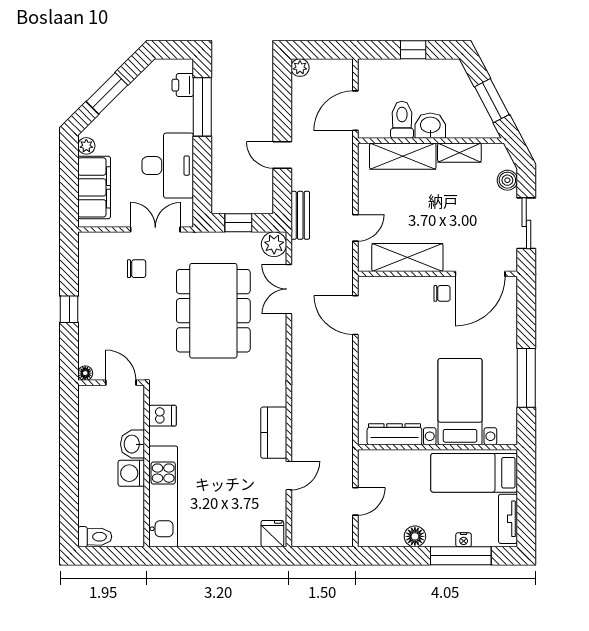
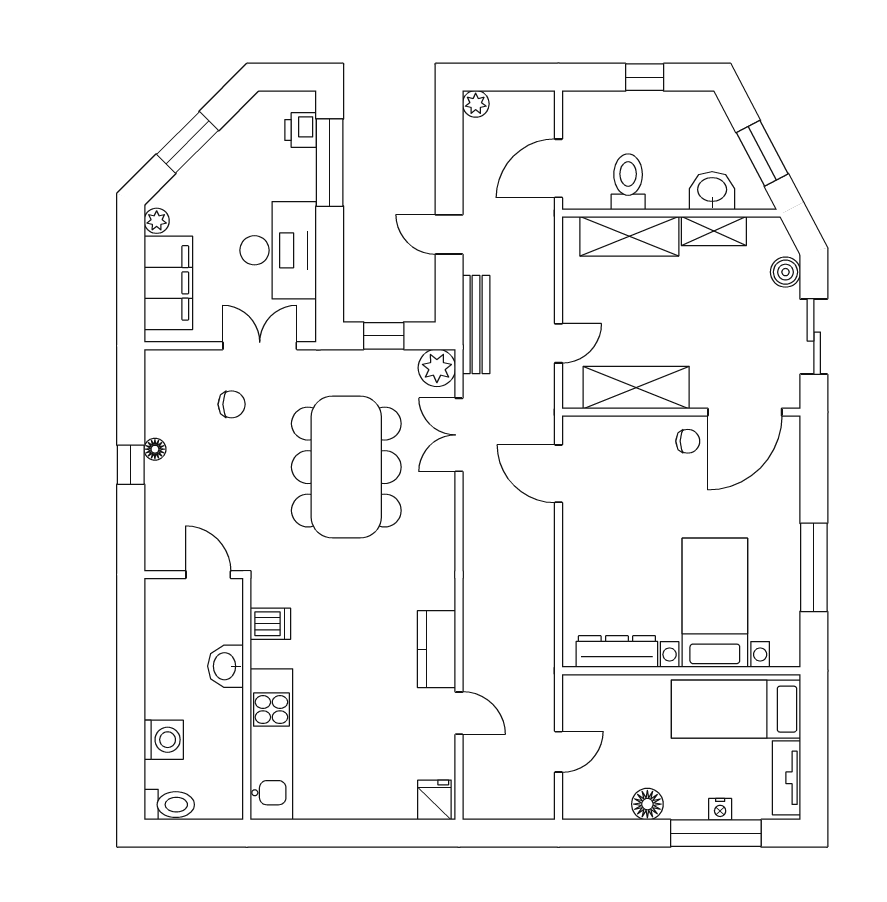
washbasin: (430, 126) -> (712, 191), moved
bench: (300, 215) -> (476, 325), width x1.36
floor lamp: (85, 373) -> (155, 449), moved
washing machine: (131, 473) -> (164, 740), moved, turned 180
door: (289, 475) -> (459, 713), hinge flipped

